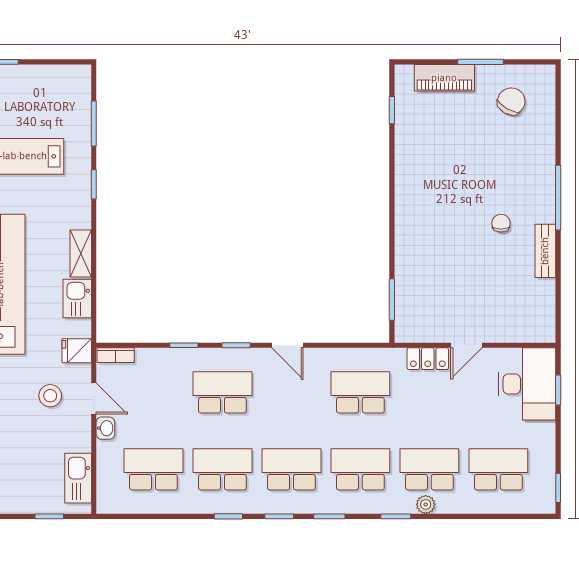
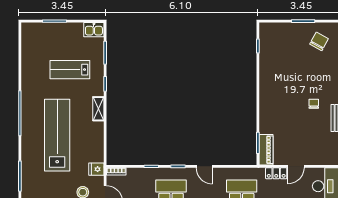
piano: (444, 78) -> (266, 150), moved, turned -90
shelving: (81, 254) -> (98, 109), moved
kitchen sink: (77, 299) -> (94, 30), moved, turned -90

